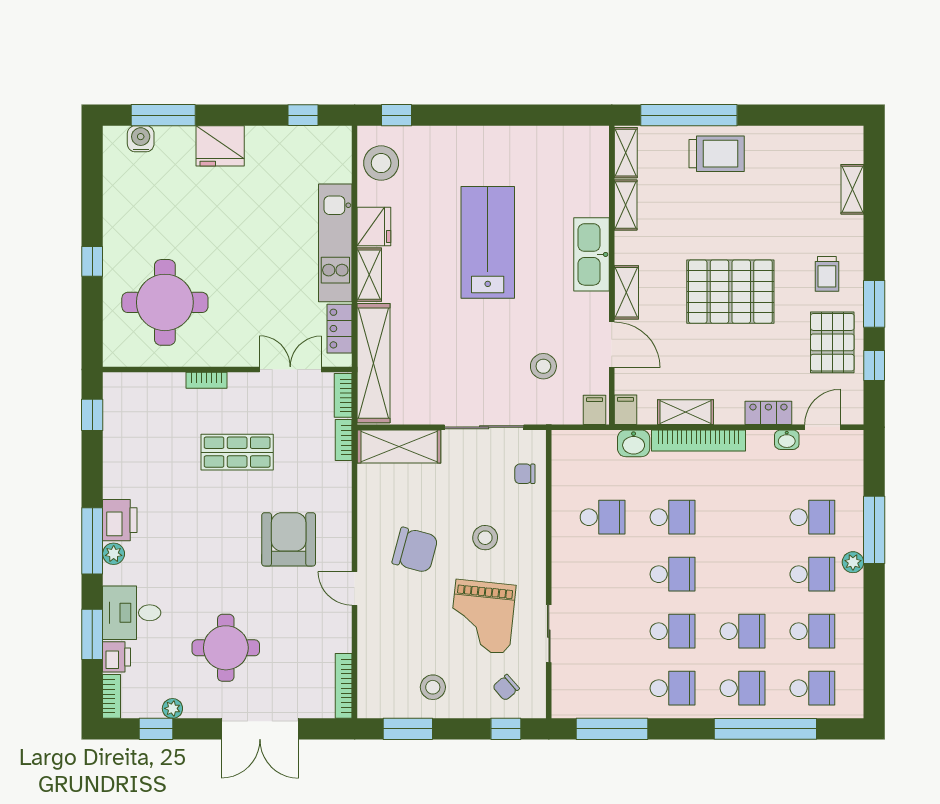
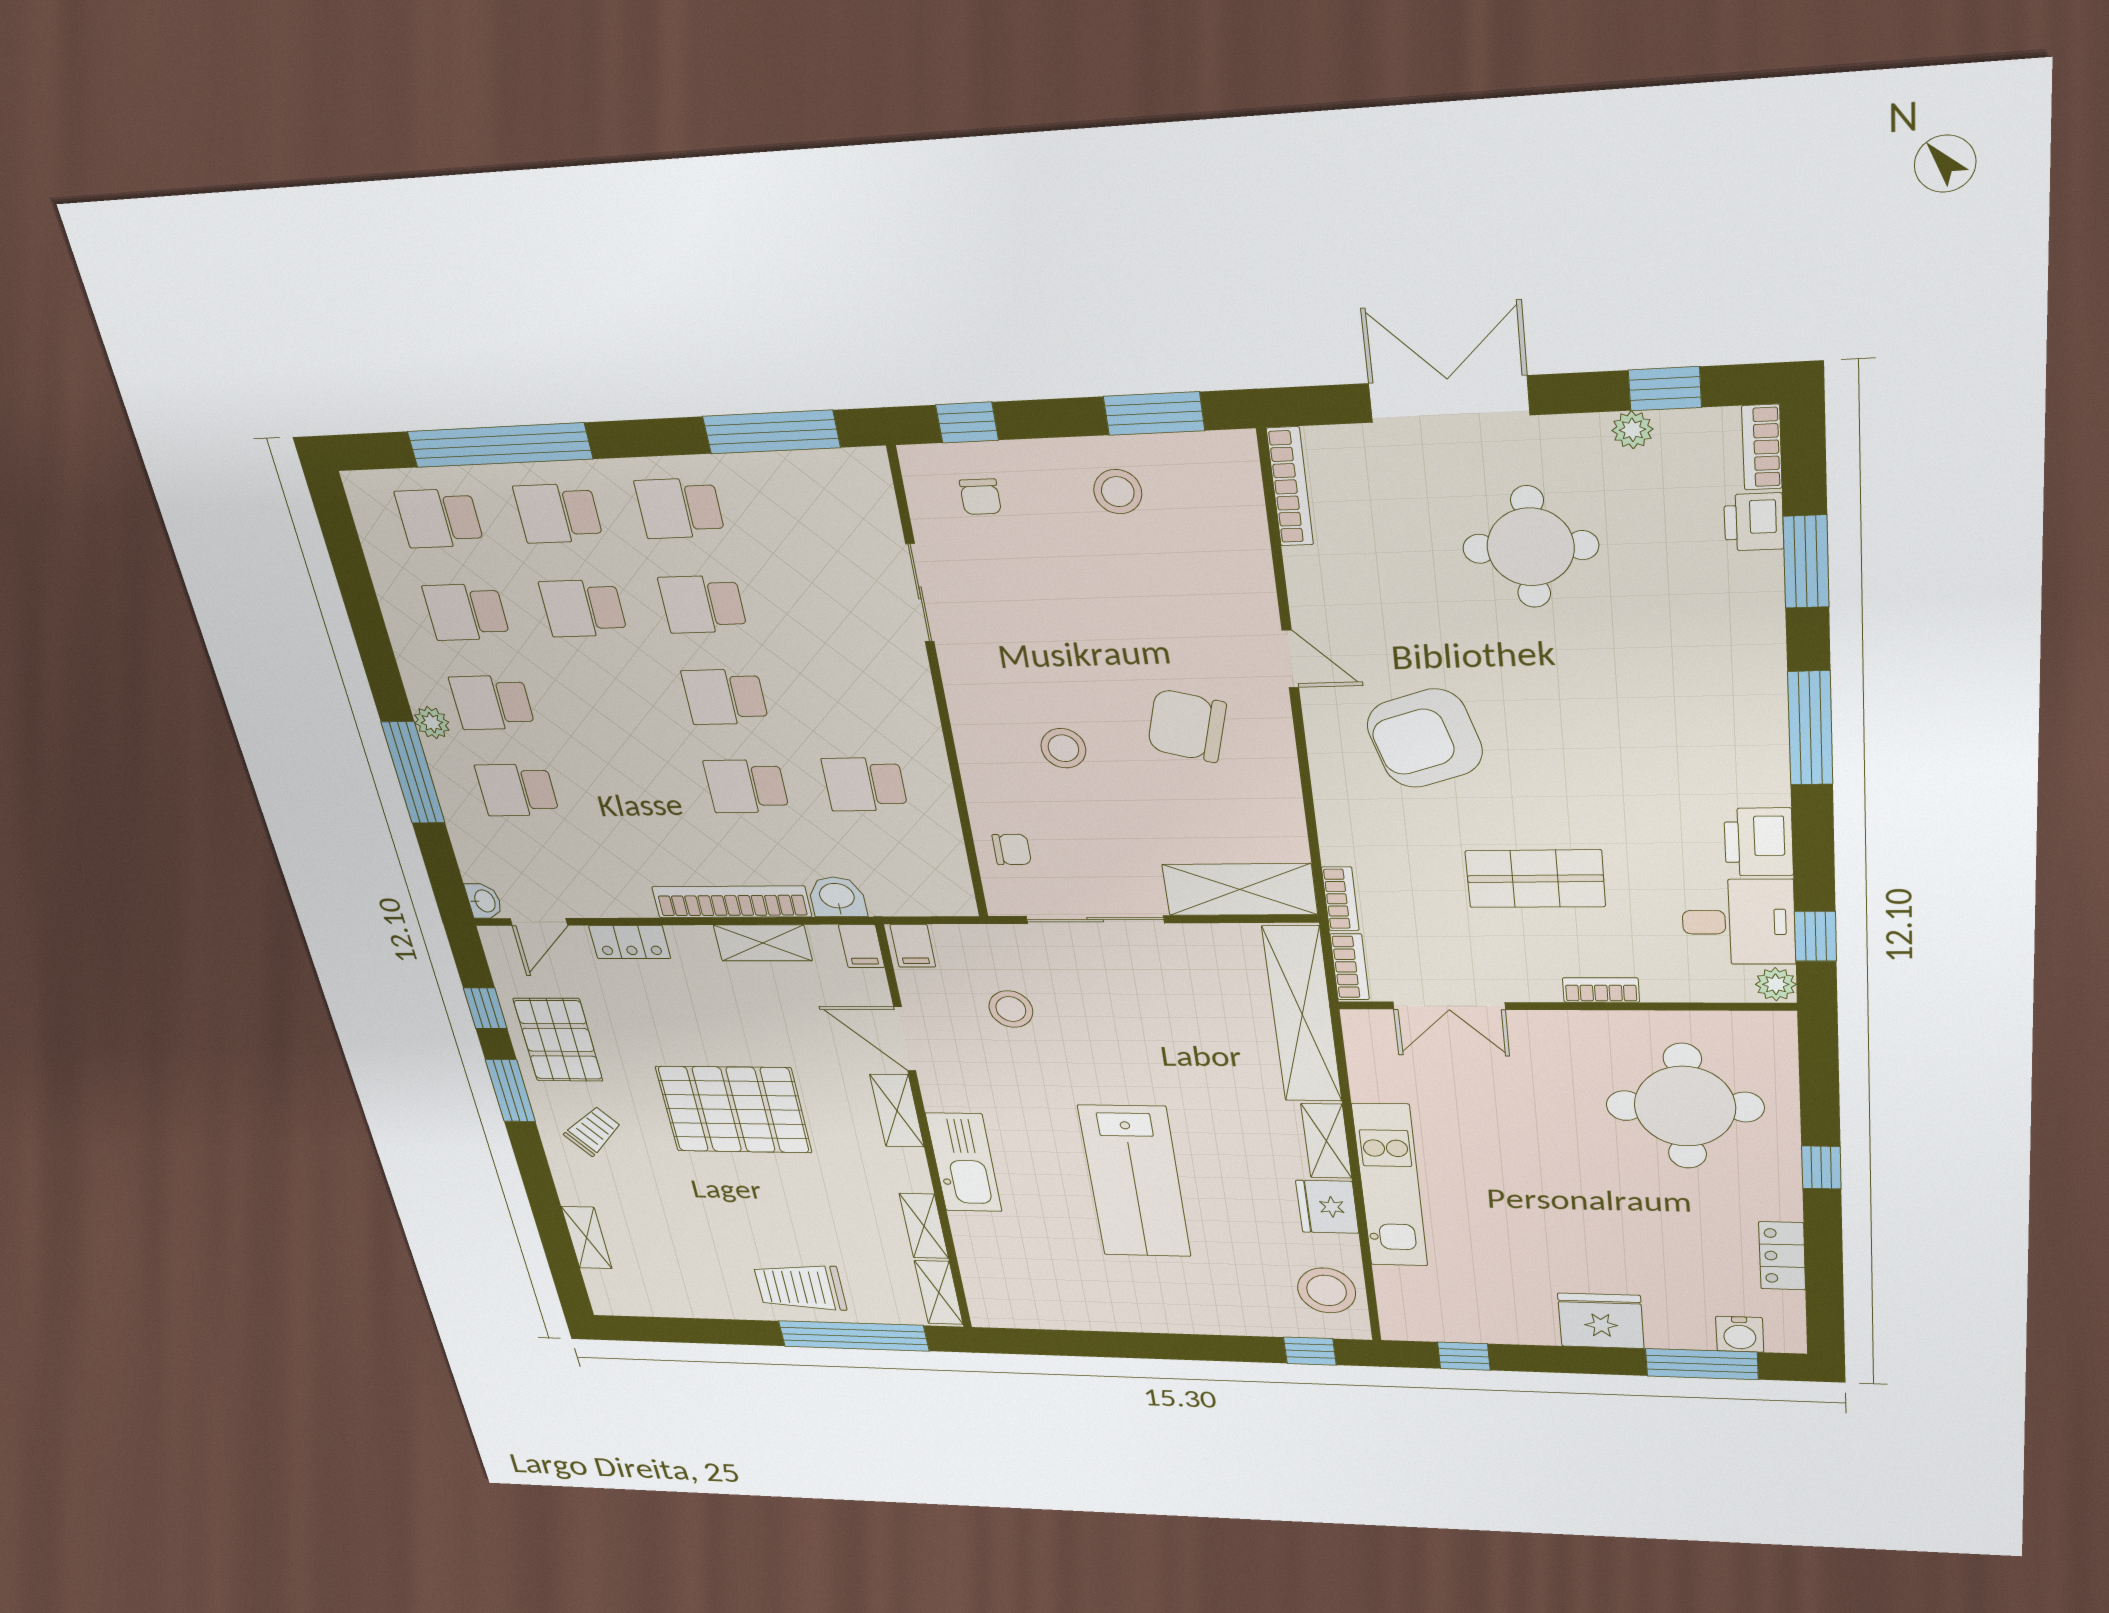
trolley: (827, 274) -> (593, 1131), turned 48
locker: (340, 329) -> (1782, 1256), moved, turned 180
washbasin: (787, 440) -> (484, 901), moved, turned 90
printer: (120, 520) -> (1759, 842), moved
armchair: (289, 539) -> (1425, 738), turned 73
plant: (114, 554) -> (1776, 984), moved
desk: (132, 613) -> (1739, 922), moved
grand piano: (482, 617) -> (1046, 618), removed
chair: (506, 688) -> (980, 497), turned 131

